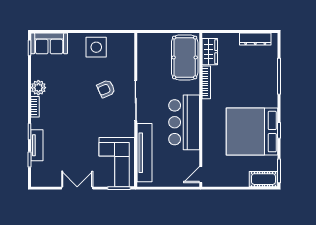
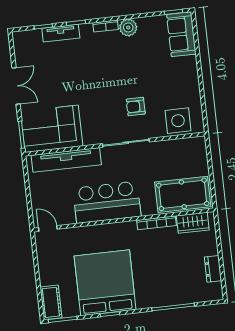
dresser: (255, 39) -> (213, 269), width x0.70
side table: (96, 47) -> (178, 121), moved
armchair: (106, 89) -> (136, 107), turned -66

